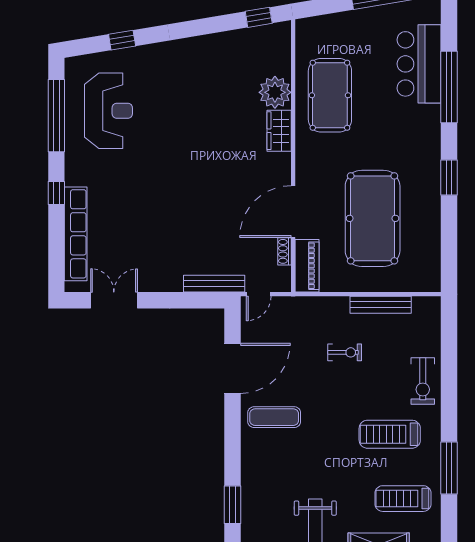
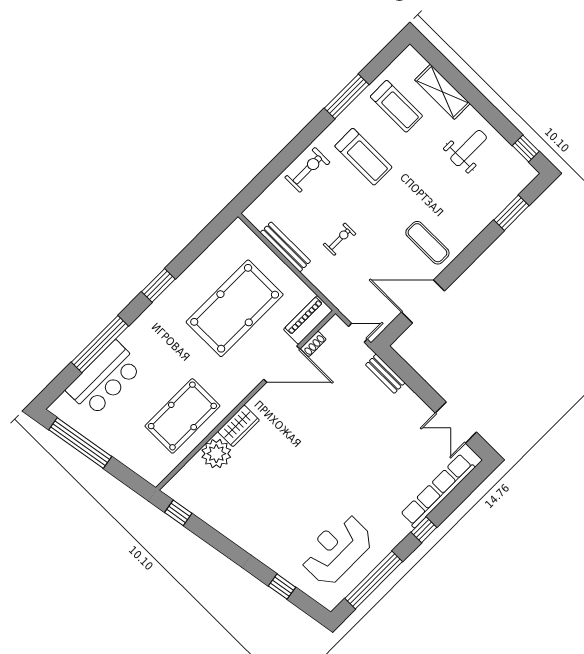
bench: (214, 284) -> (385, 374), width x0.73
exercise bike: (345, 352) -> (340, 239), turned 90

